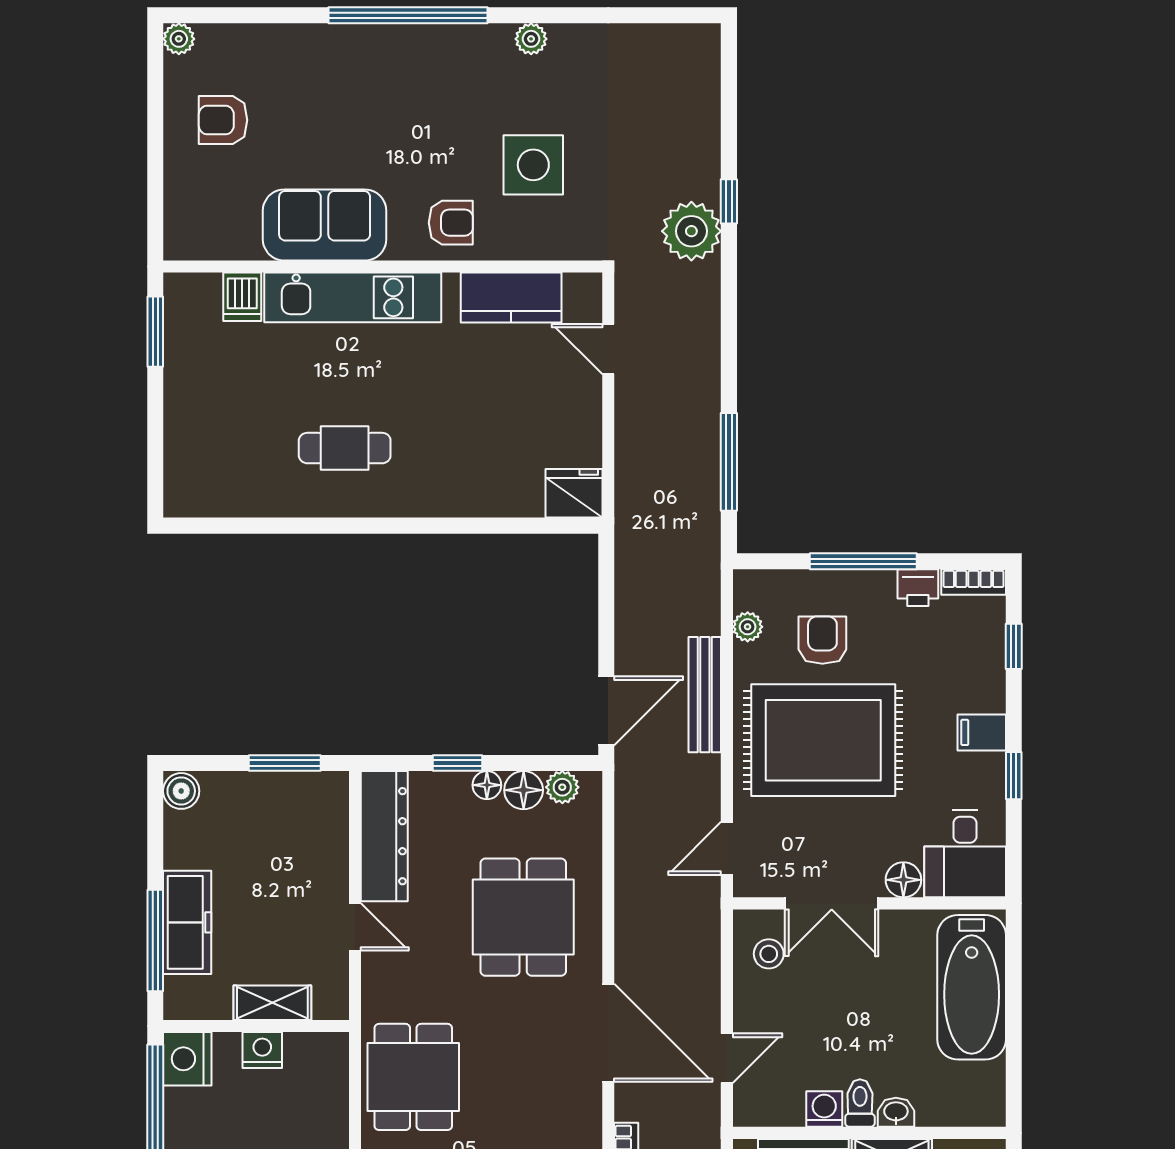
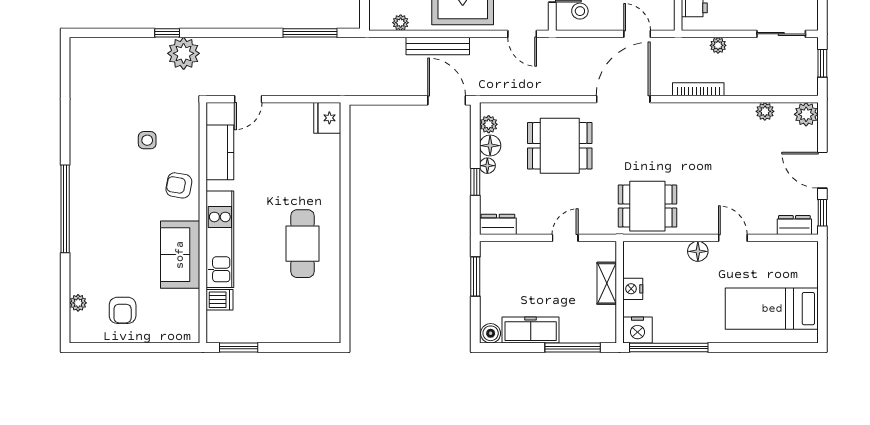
plant: (179, 39) -> (78, 303), moved
plant: (531, 39) -> (78, 141), removed
side table: (533, 165) -> (147, 140), width x0.54, depth x0.54
armchair: (451, 223) -> (179, 185), turned -80
cafe table: (345, 448) -> (302, 244), width x1.37, depth x1.35
dresser: (384, 836) -> (498, 224), width x0.51, depth x0.80
freezer: (187, 922) -> (531, 330), moved

